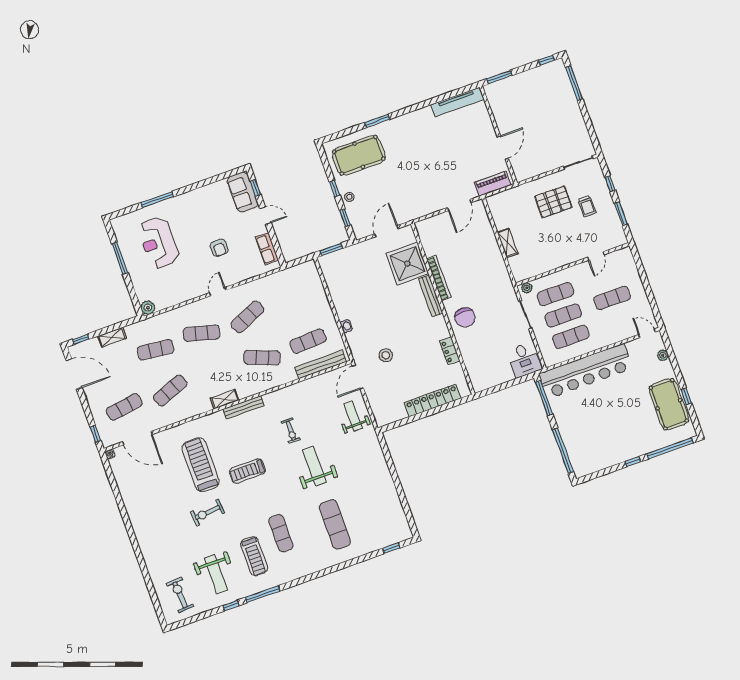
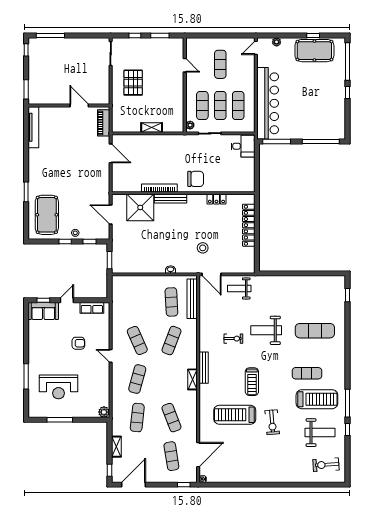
trolley: (587, 206) -> (145, 59), removed
treadmill: (254, 556) -> (317, 399), width x1.37, depth x1.38

